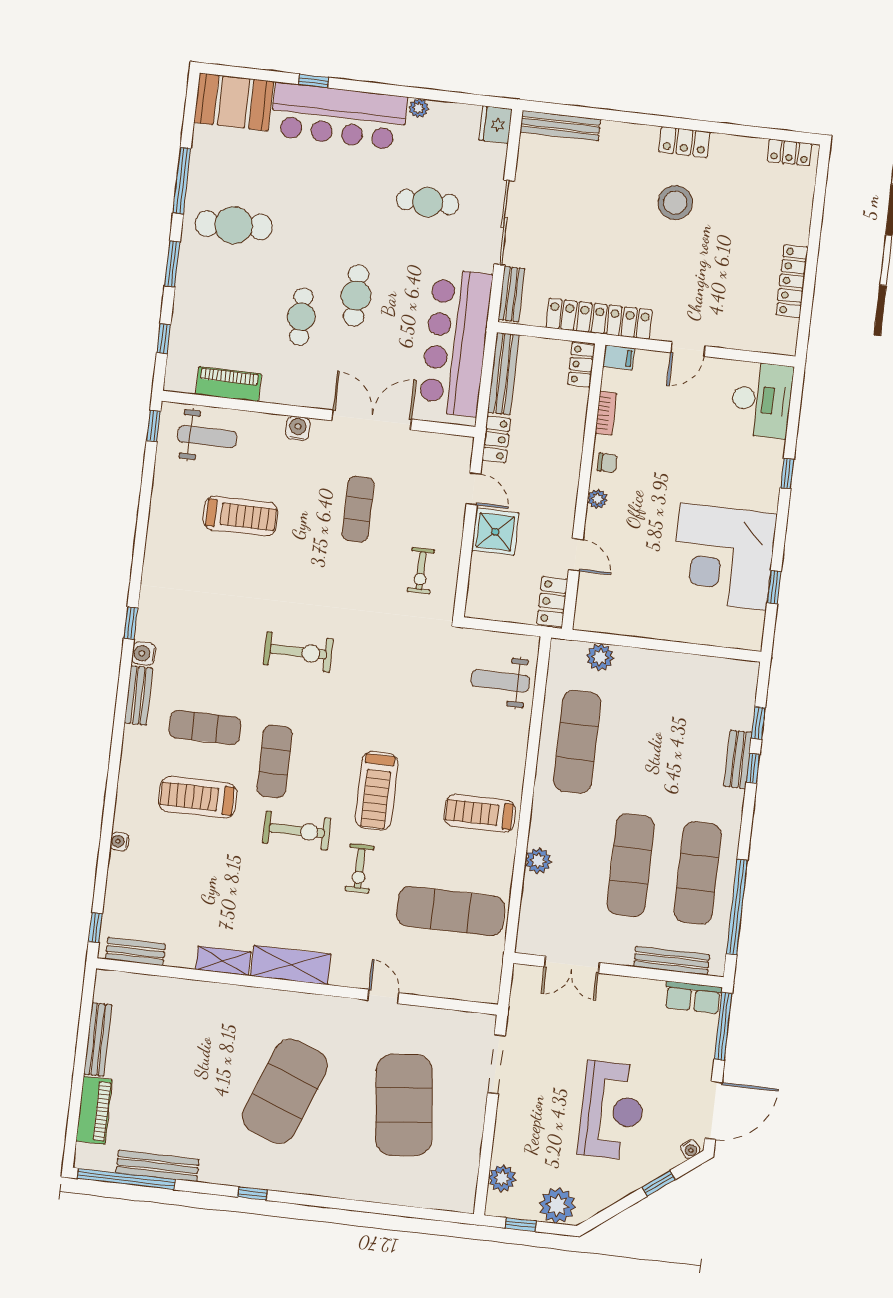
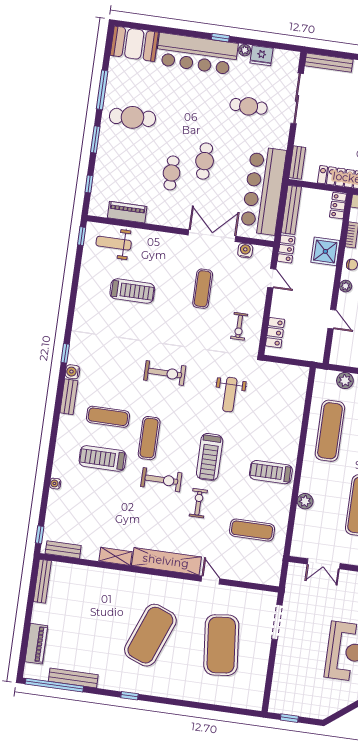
window: (314, 81) -> (220, 38), moved
fridge: (495, 125) -> (262, 56), moved, turned -90
sliding door: (504, 223) -> (297, 98), moved
water cooler: (298, 428) -> (245, 250), moved
weight bench: (207, 437) -> (114, 243), turned 180
shower: (495, 532) -> (325, 251), moved
locker: (552, 602) -> (275, 333), moved, turned 180
weight bench: (500, 681) -> (230, 395), moved, turned -90
exercise bike: (360, 868) -> (198, 503), turned 180
exercise mat: (451, 911) -> (252, 530), width x0.73, depth x0.69
shelving: (291, 965) -> (166, 561), width x1.47
bench: (98, 1039) -> (42, 581), moved
plant: (502, 1178) -> (279, 690), removed
plant: (557, 1205) -> (311, 707), removed

